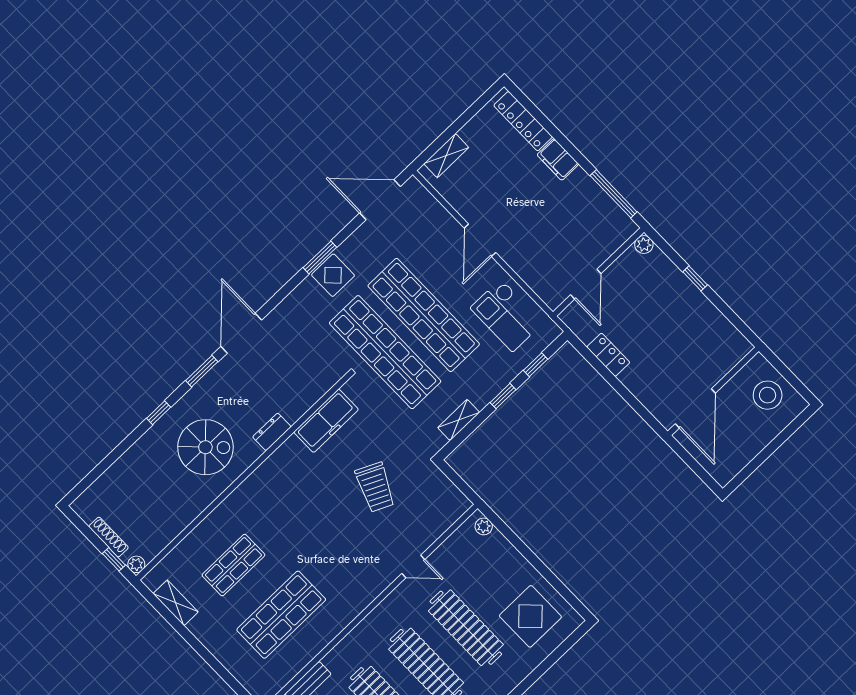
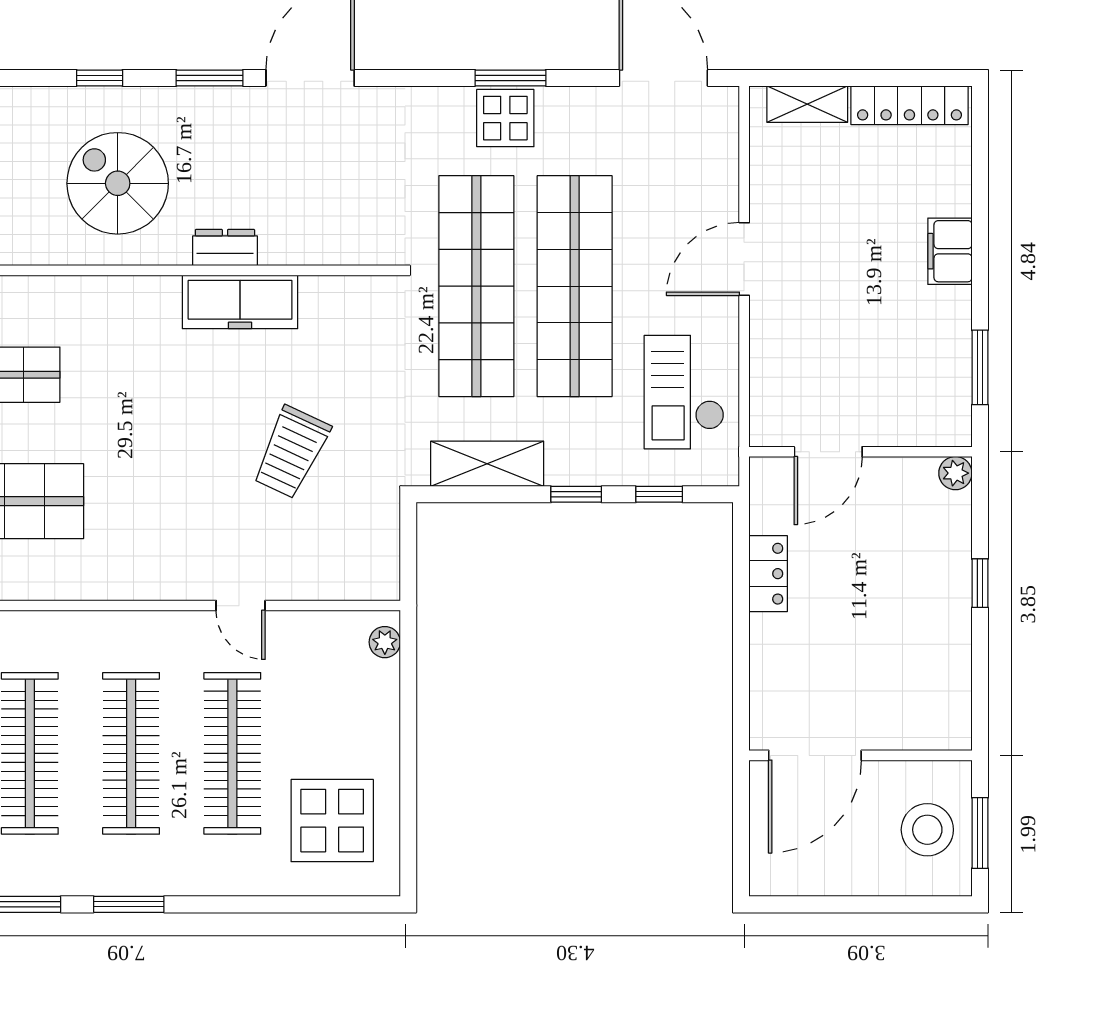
locker: (523, 121) -> (909, 105), moved, turned -90
window: (614, 194) -> (980, 367), width x0.69
window: (789, 377) -> (980, 833), added
shelving: (459, 420) -> (487, 464), width x1.50, depth x1.33
freezer: (326, 421) -> (240, 302), moved
spiral stairs: (205, 447) -> (118, 183), turned 180

